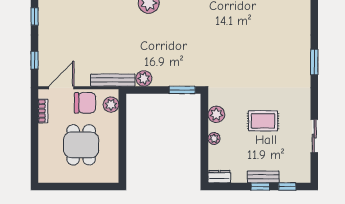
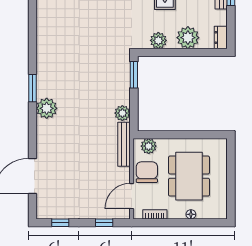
door: (61, 88) -> (132, 196), hinge flipped
plant: (214, 139) -> (188, 38), width x1.87, depth x1.87
dining table: (81, 145) -> (189, 176), width x1.38
floor lamp: (43, 147) -> (191, 214), added

